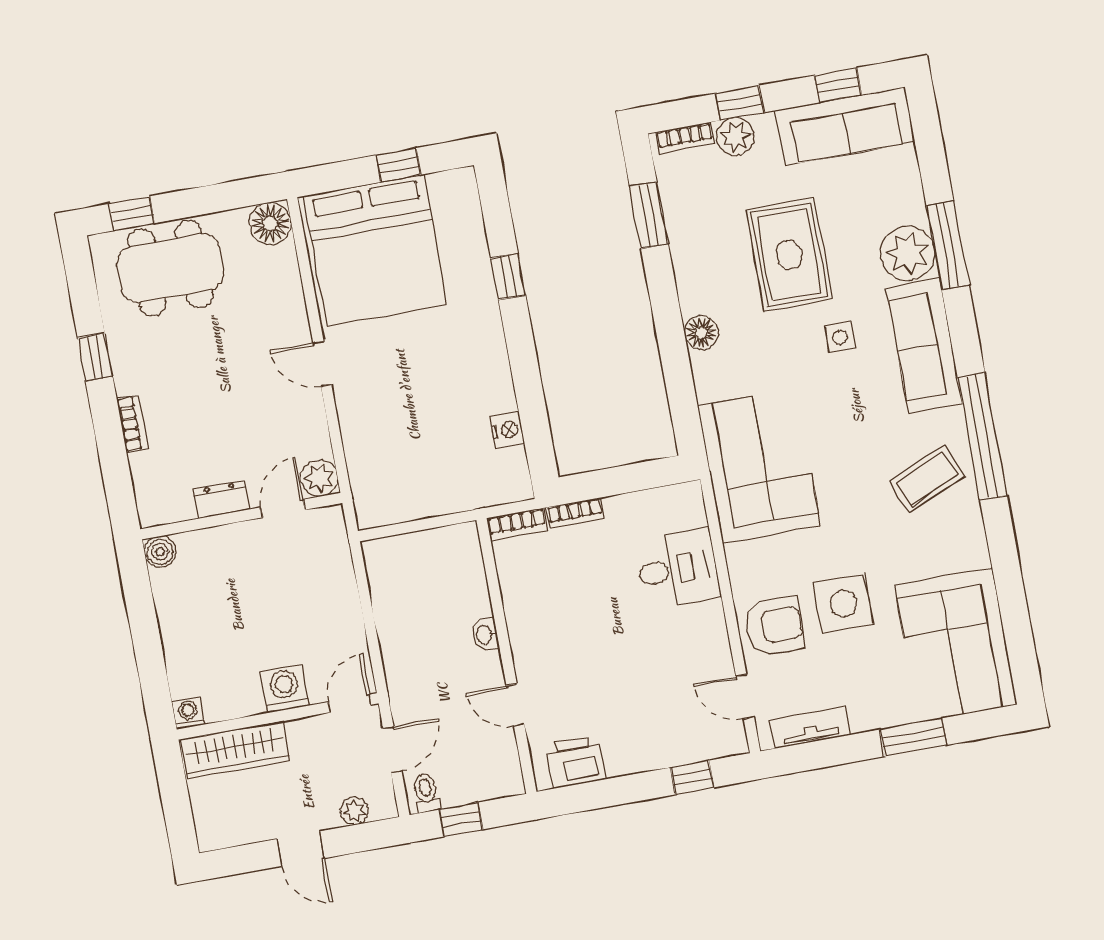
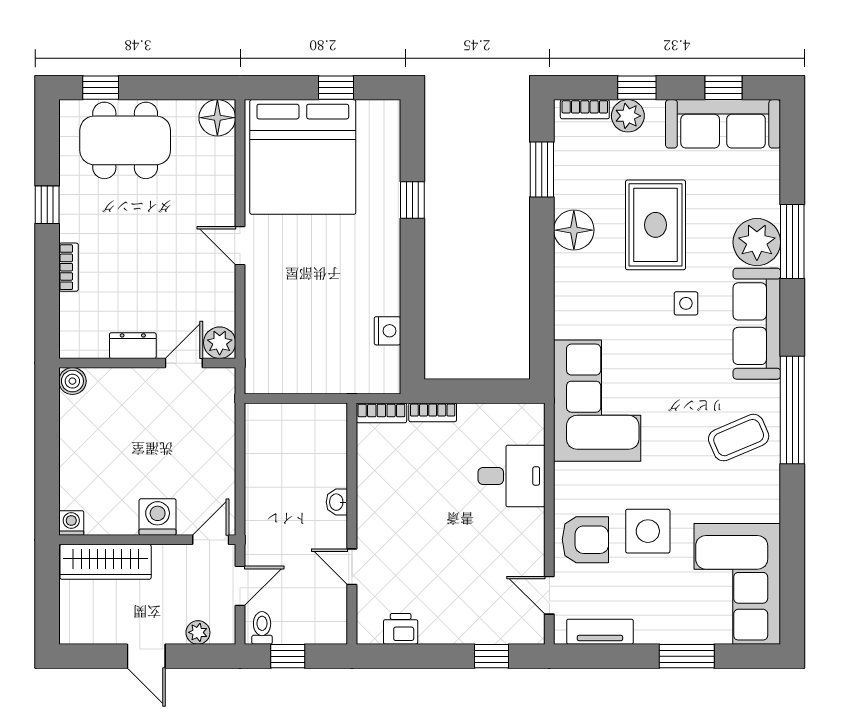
floor lamp: (701, 333) -> (574, 230), moved, width x1.38, depth x1.38
printer: (576, 762) -> (401, 629), width x0.73, depth x0.81

